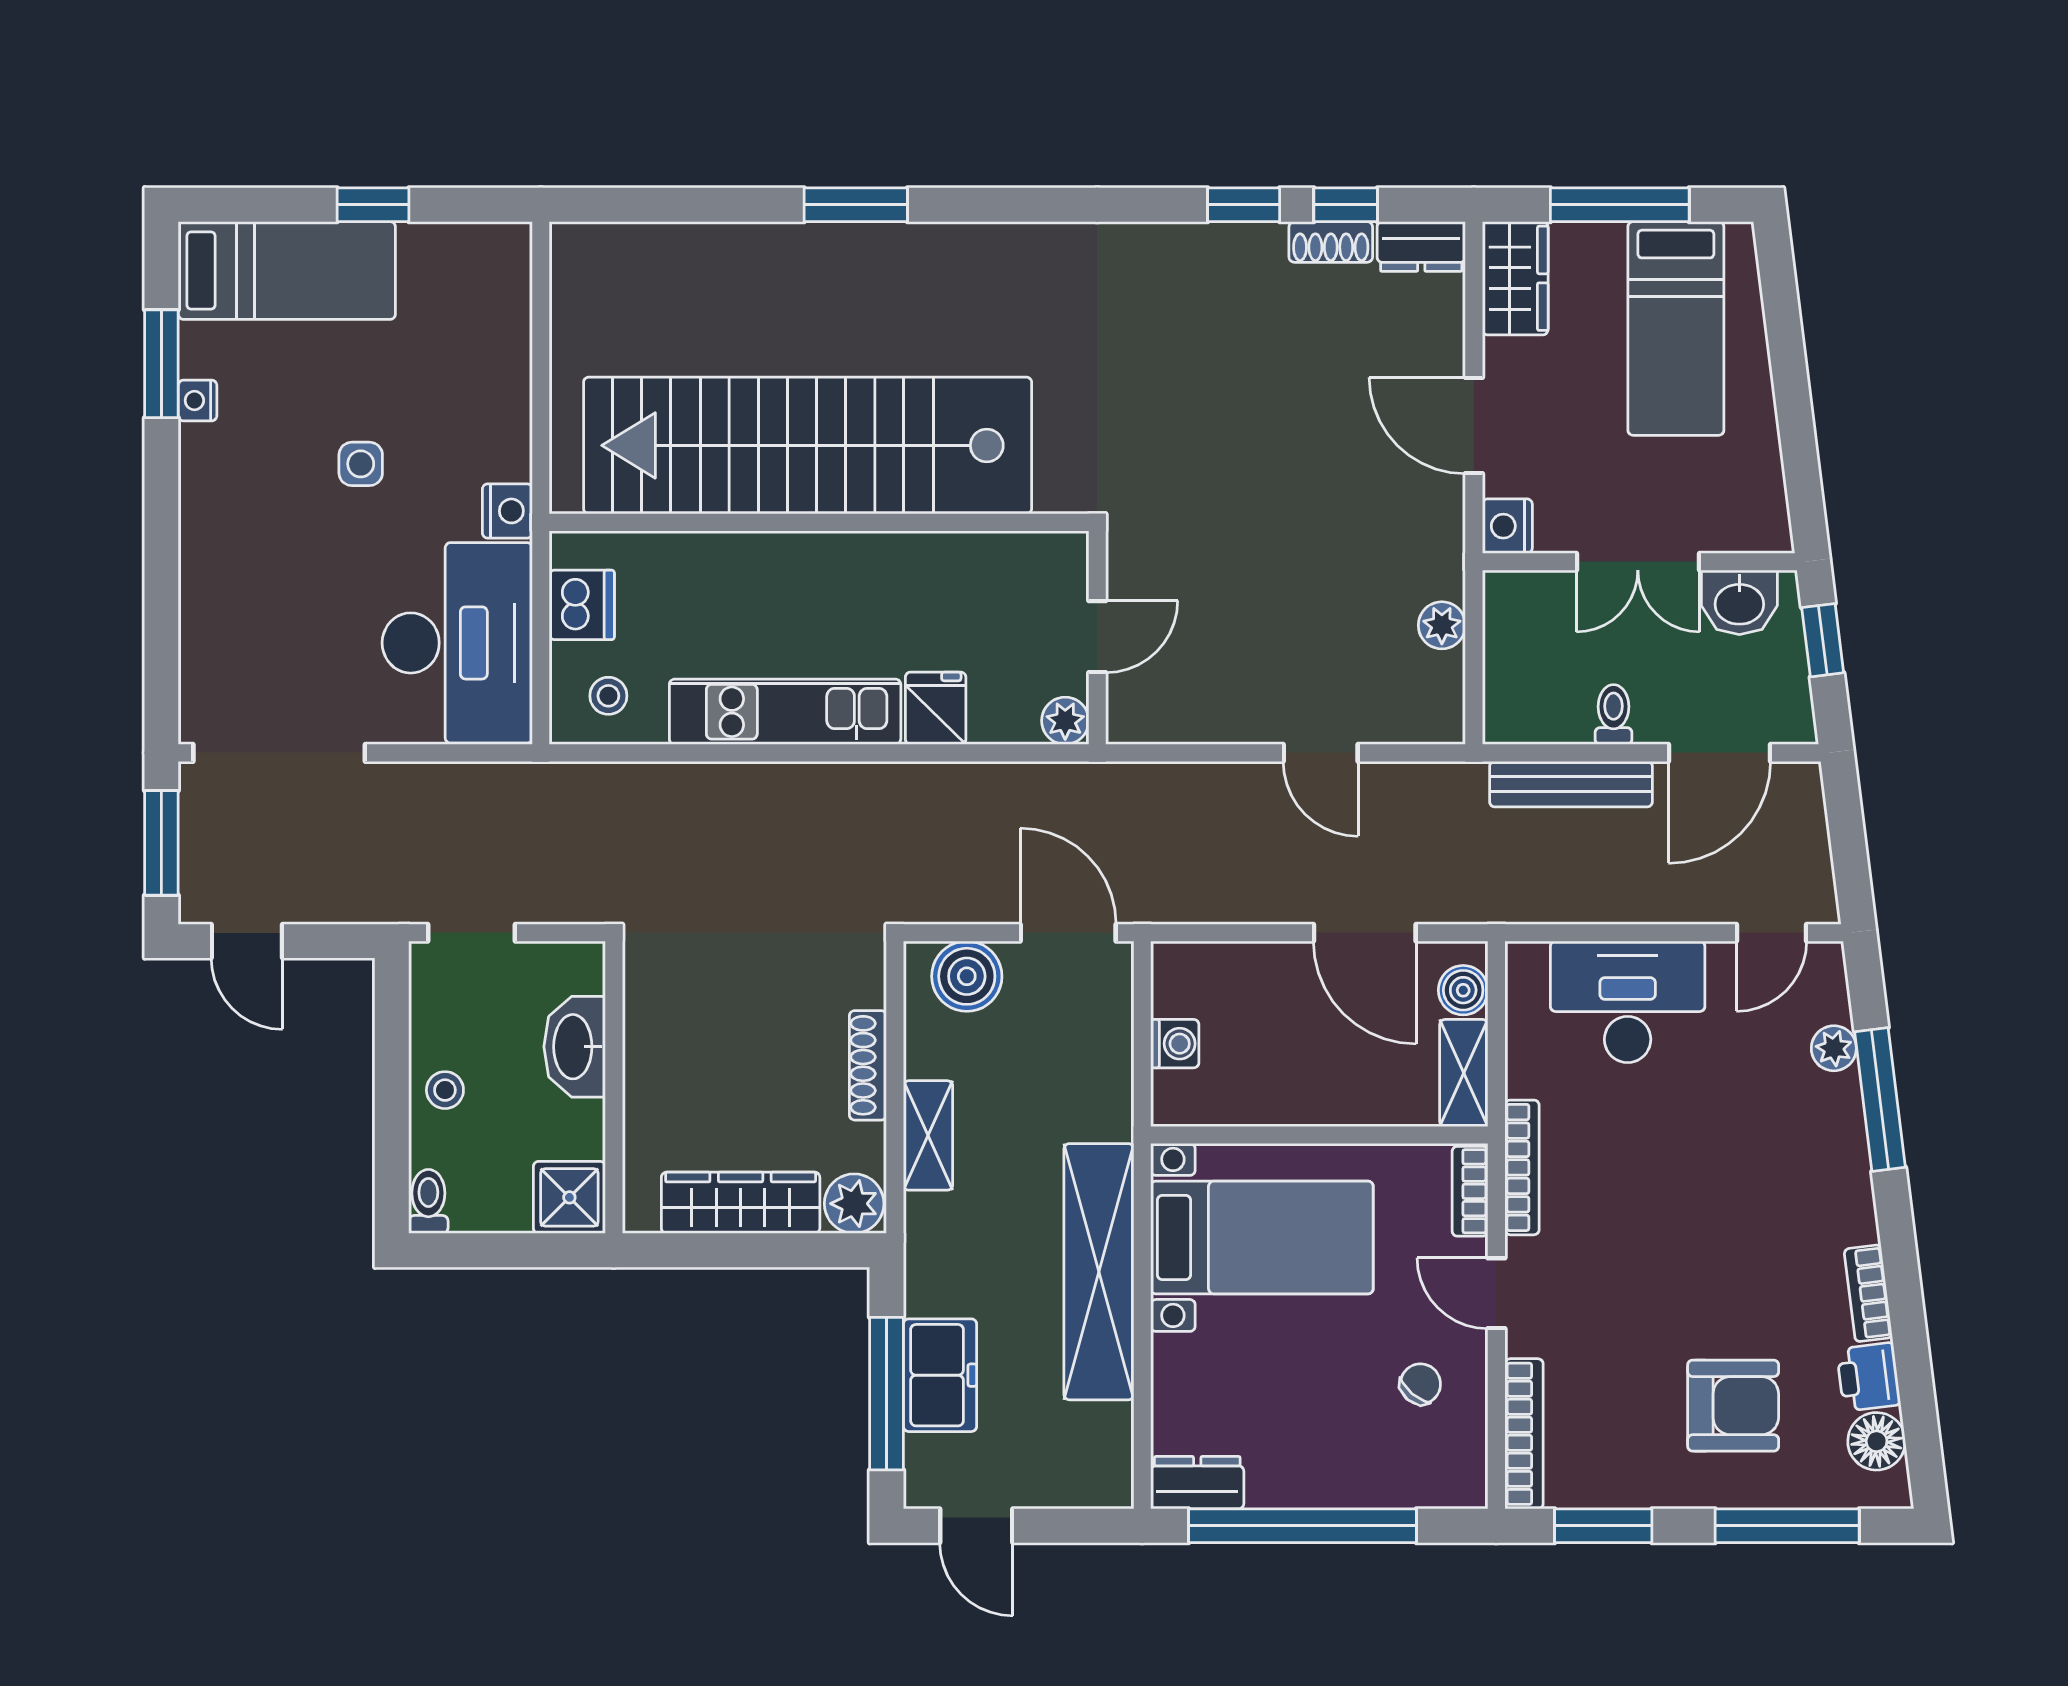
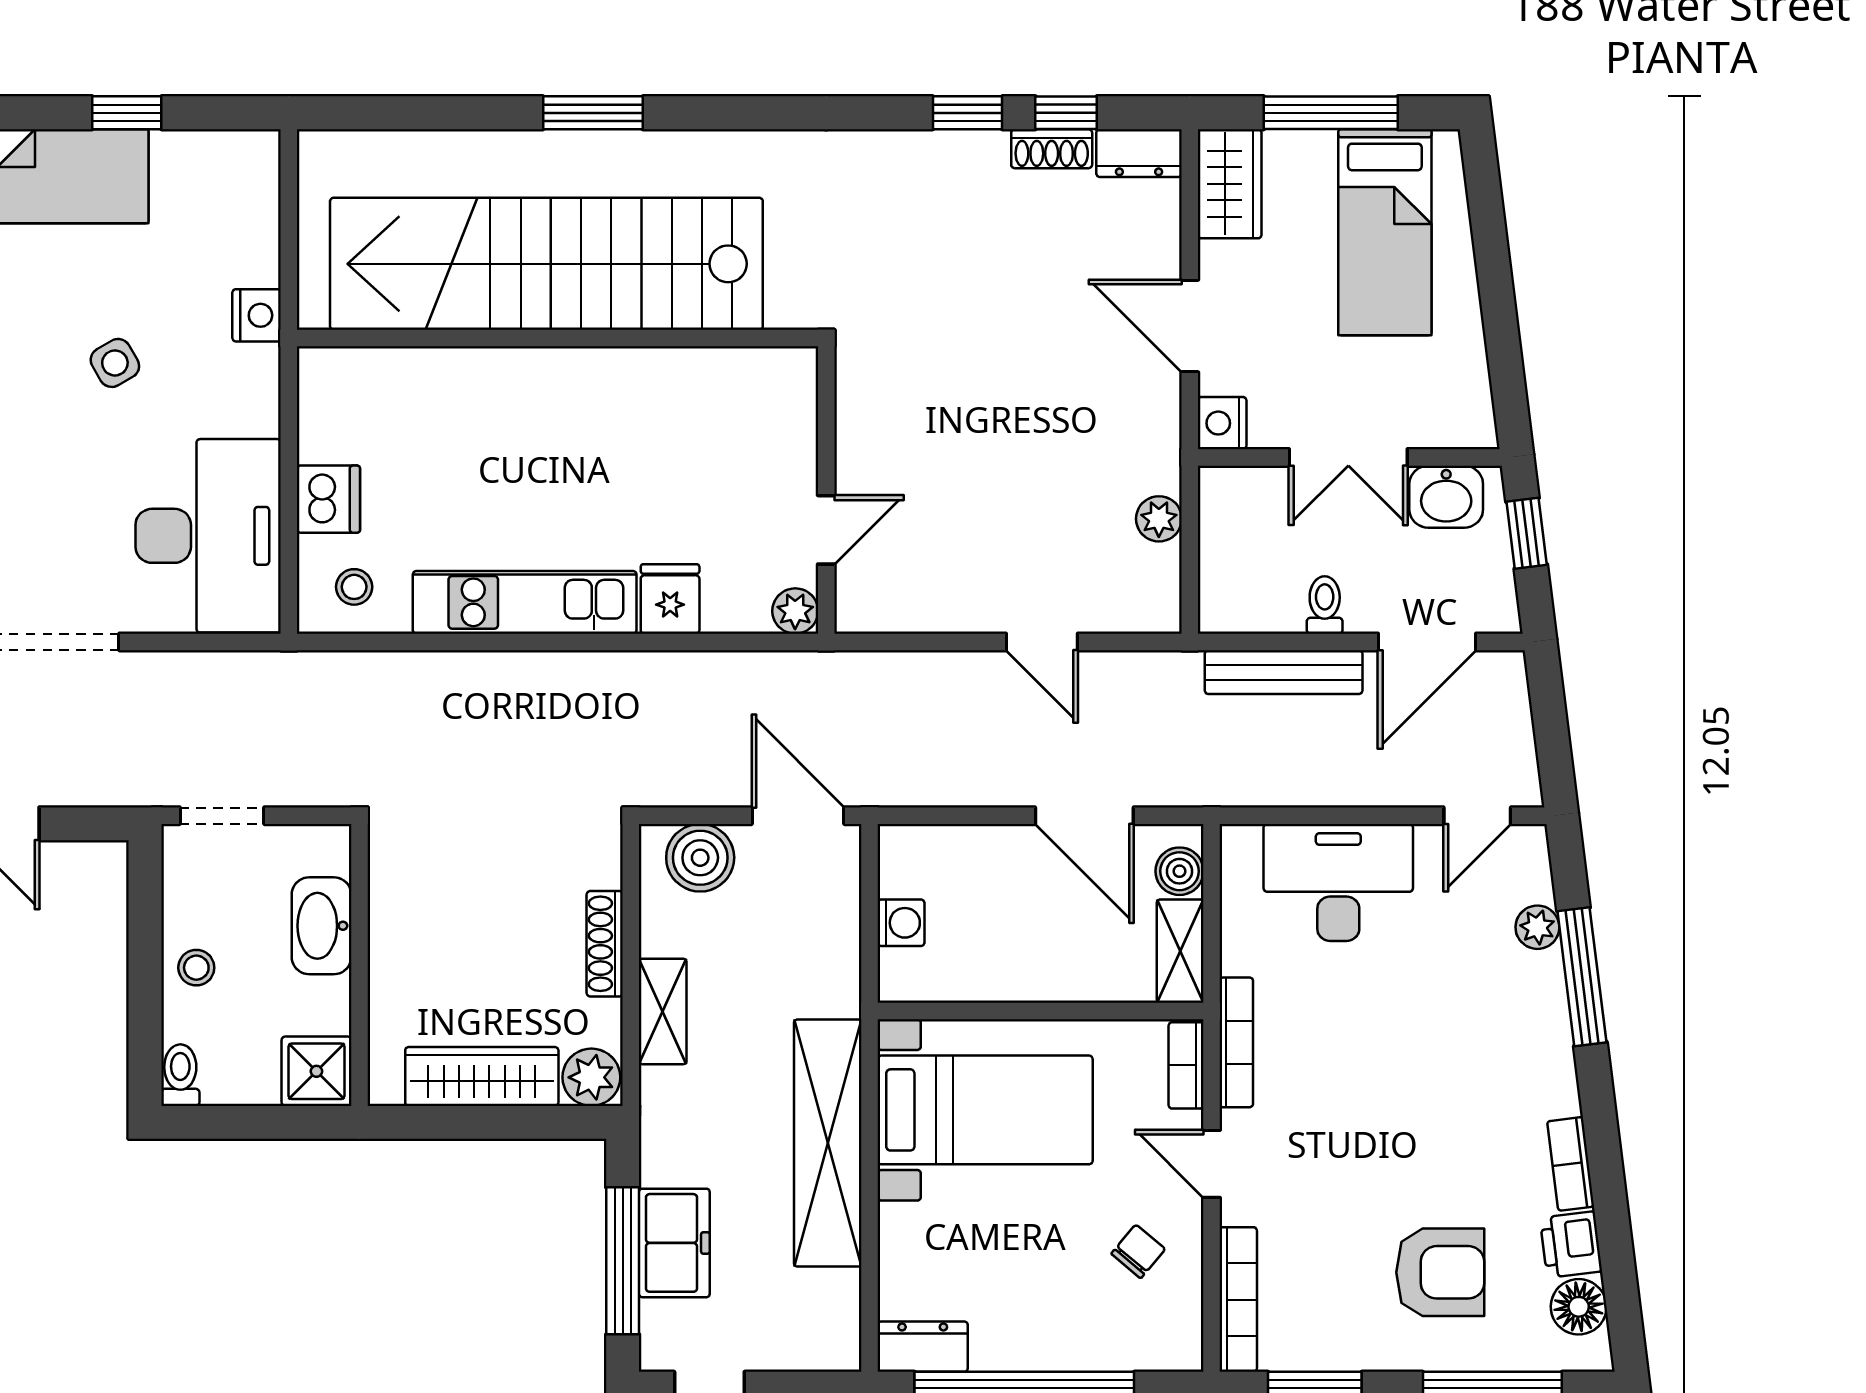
stairs: (808, 445) -> (546, 264), moved
side table: (361, 464) -> (115, 363), turned -30
nightstand: (507, 511) -> (257, 315), moved
wall: (819, 522) -> (558, 338), moved

